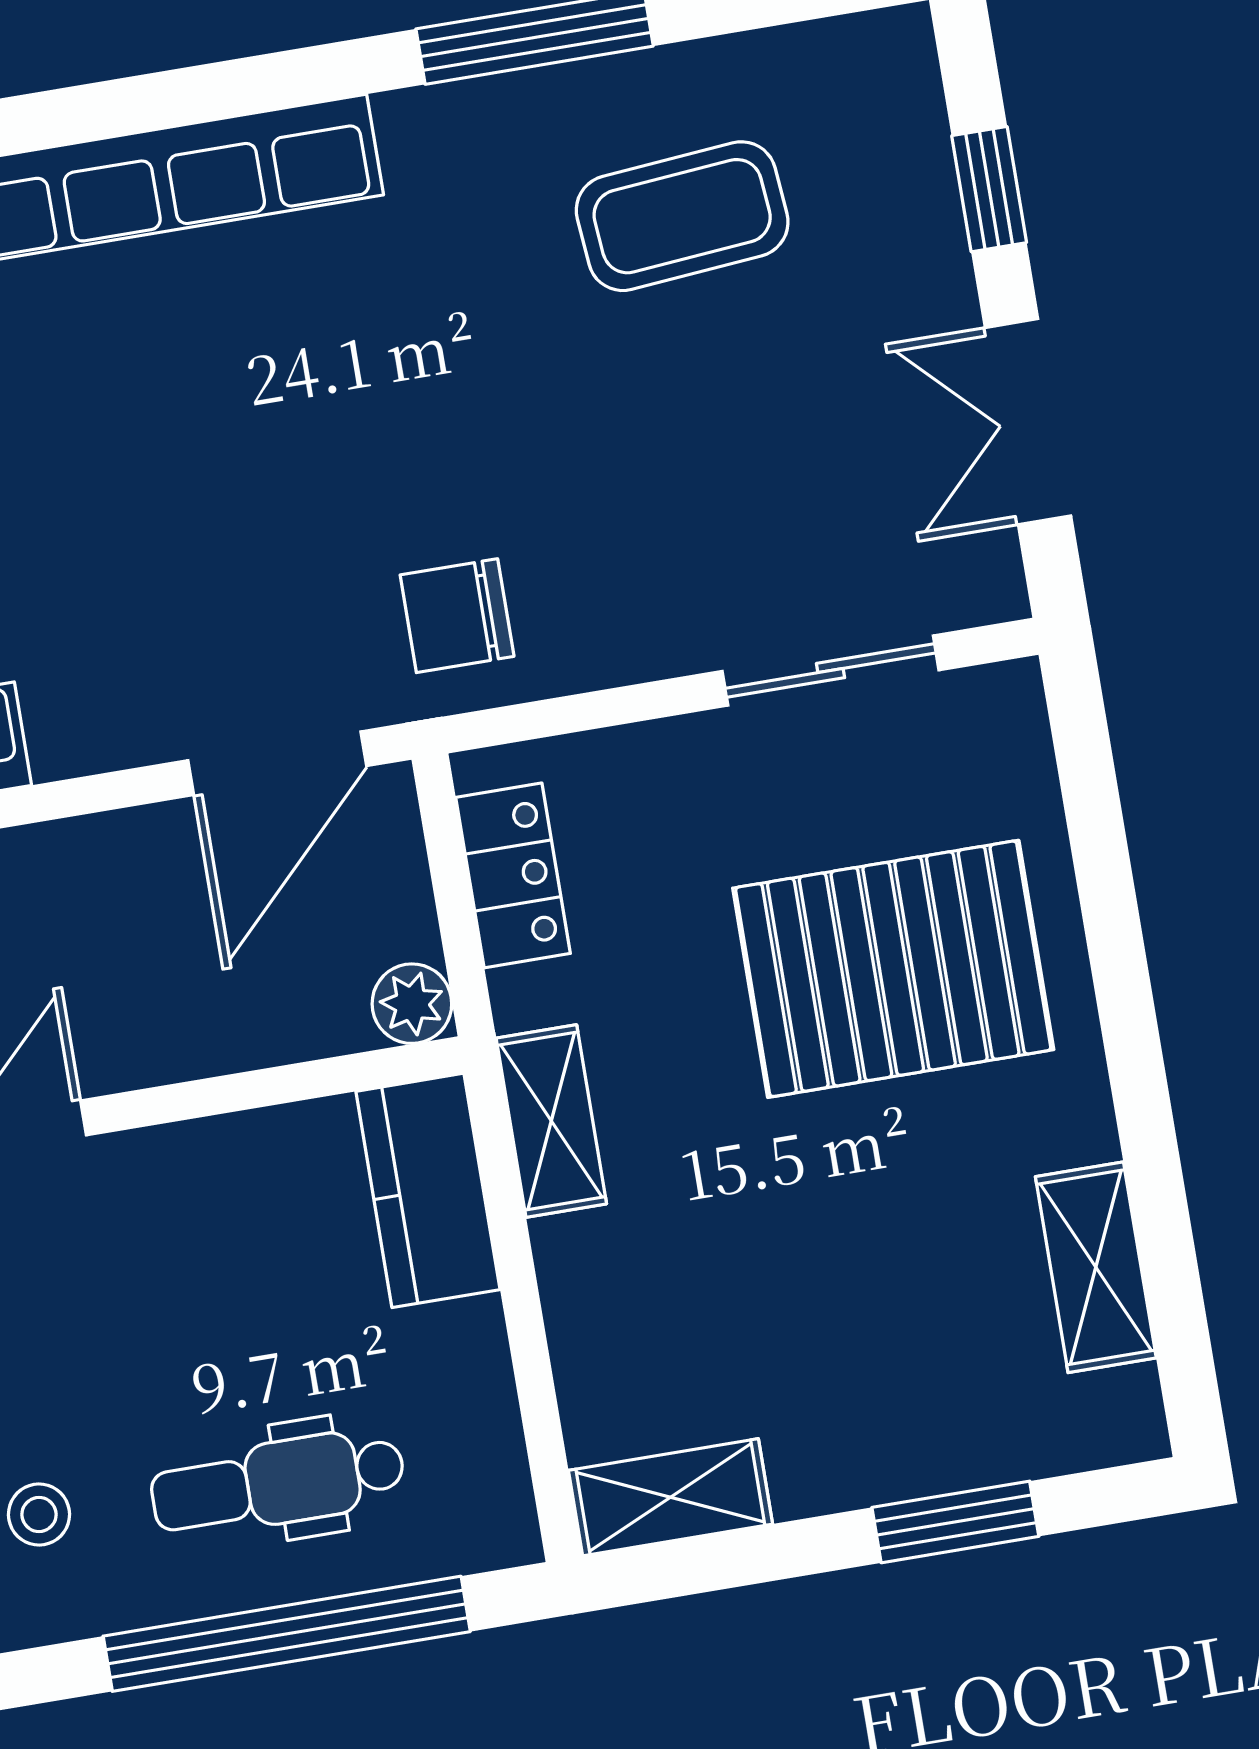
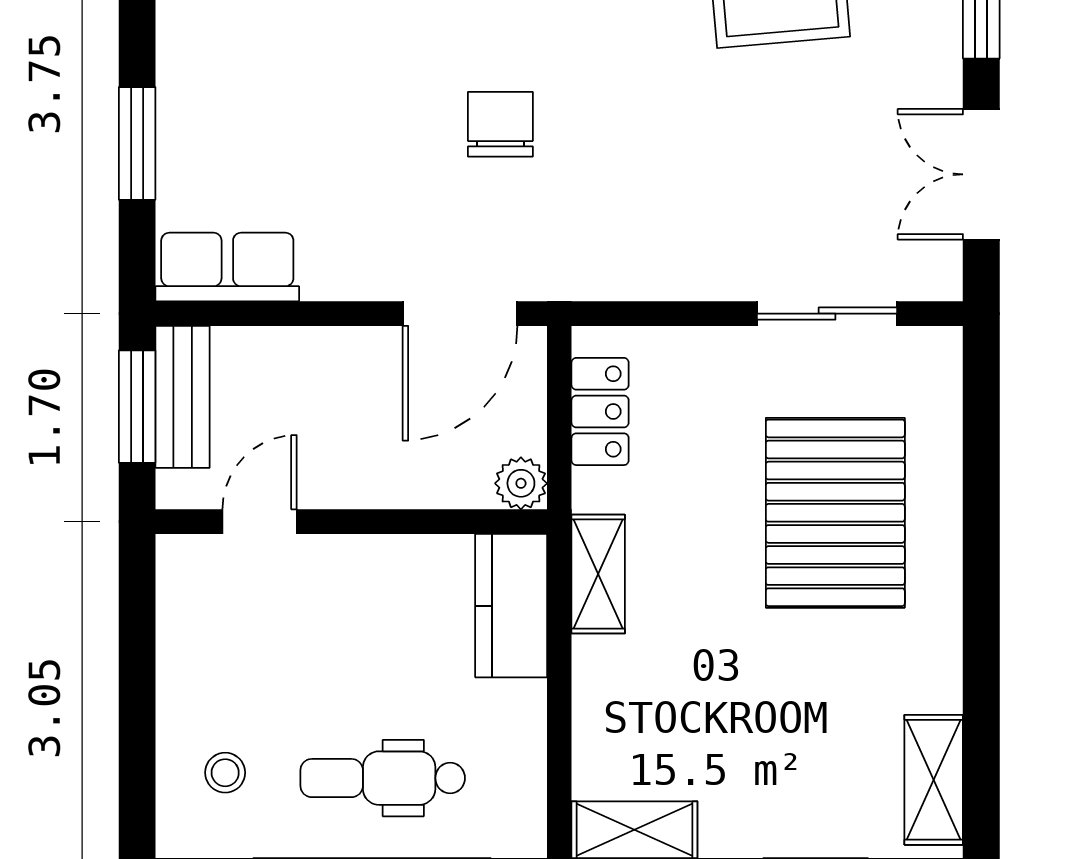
chair: (457, 616) -> (500, 124), moved, turned 90
pallet: (893, 969) -> (835, 513), turned 90
shelving: (1096, 1267) -> (934, 780), moved

